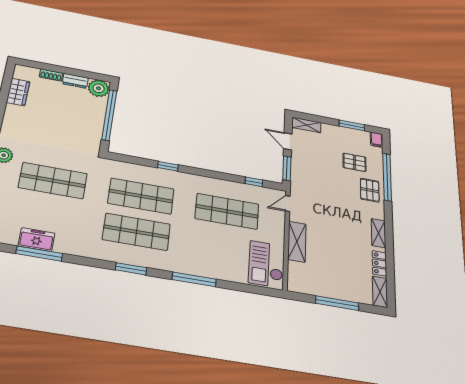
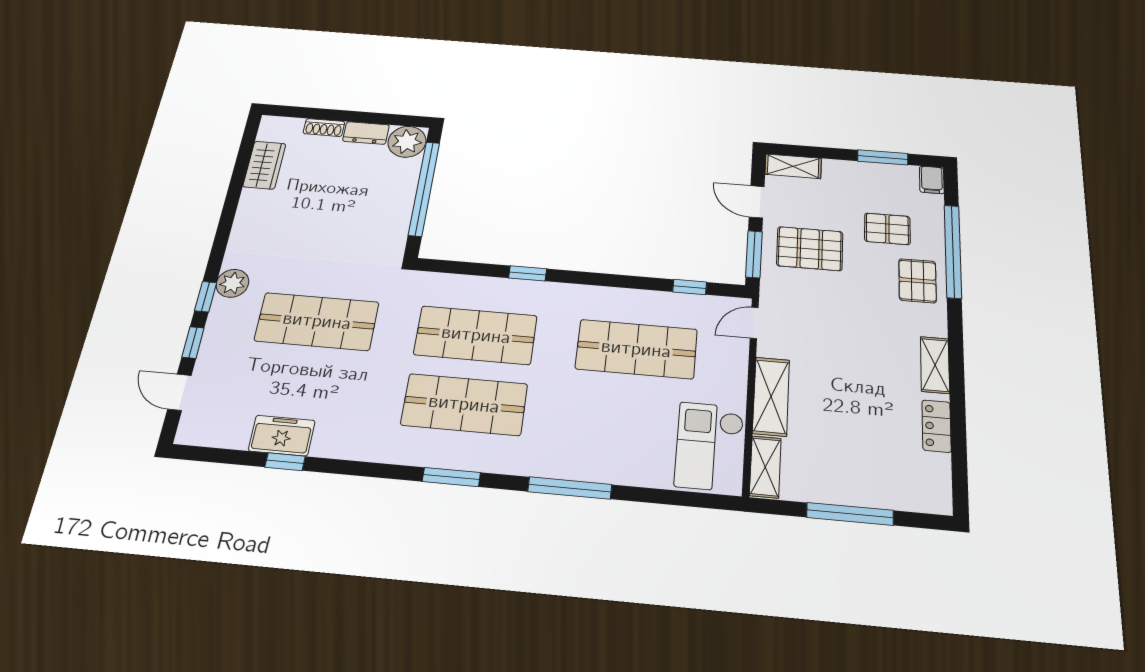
pallet: (315, 168) -> (810, 249), added
window: (39, 254) -> (285, 462), width x0.46
shelving: (380, 292) -> (765, 467), moved

